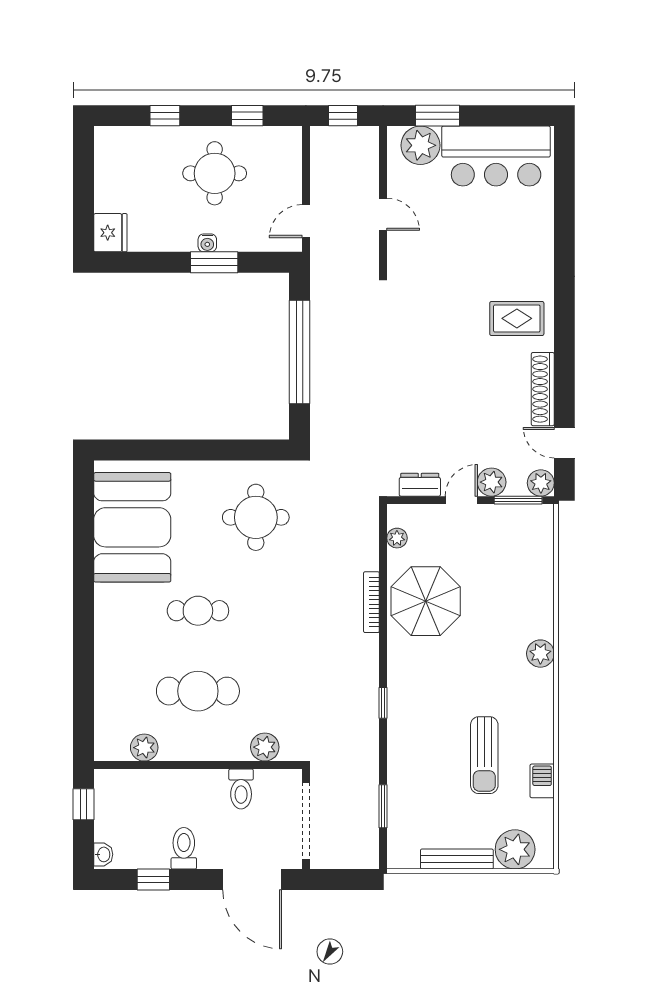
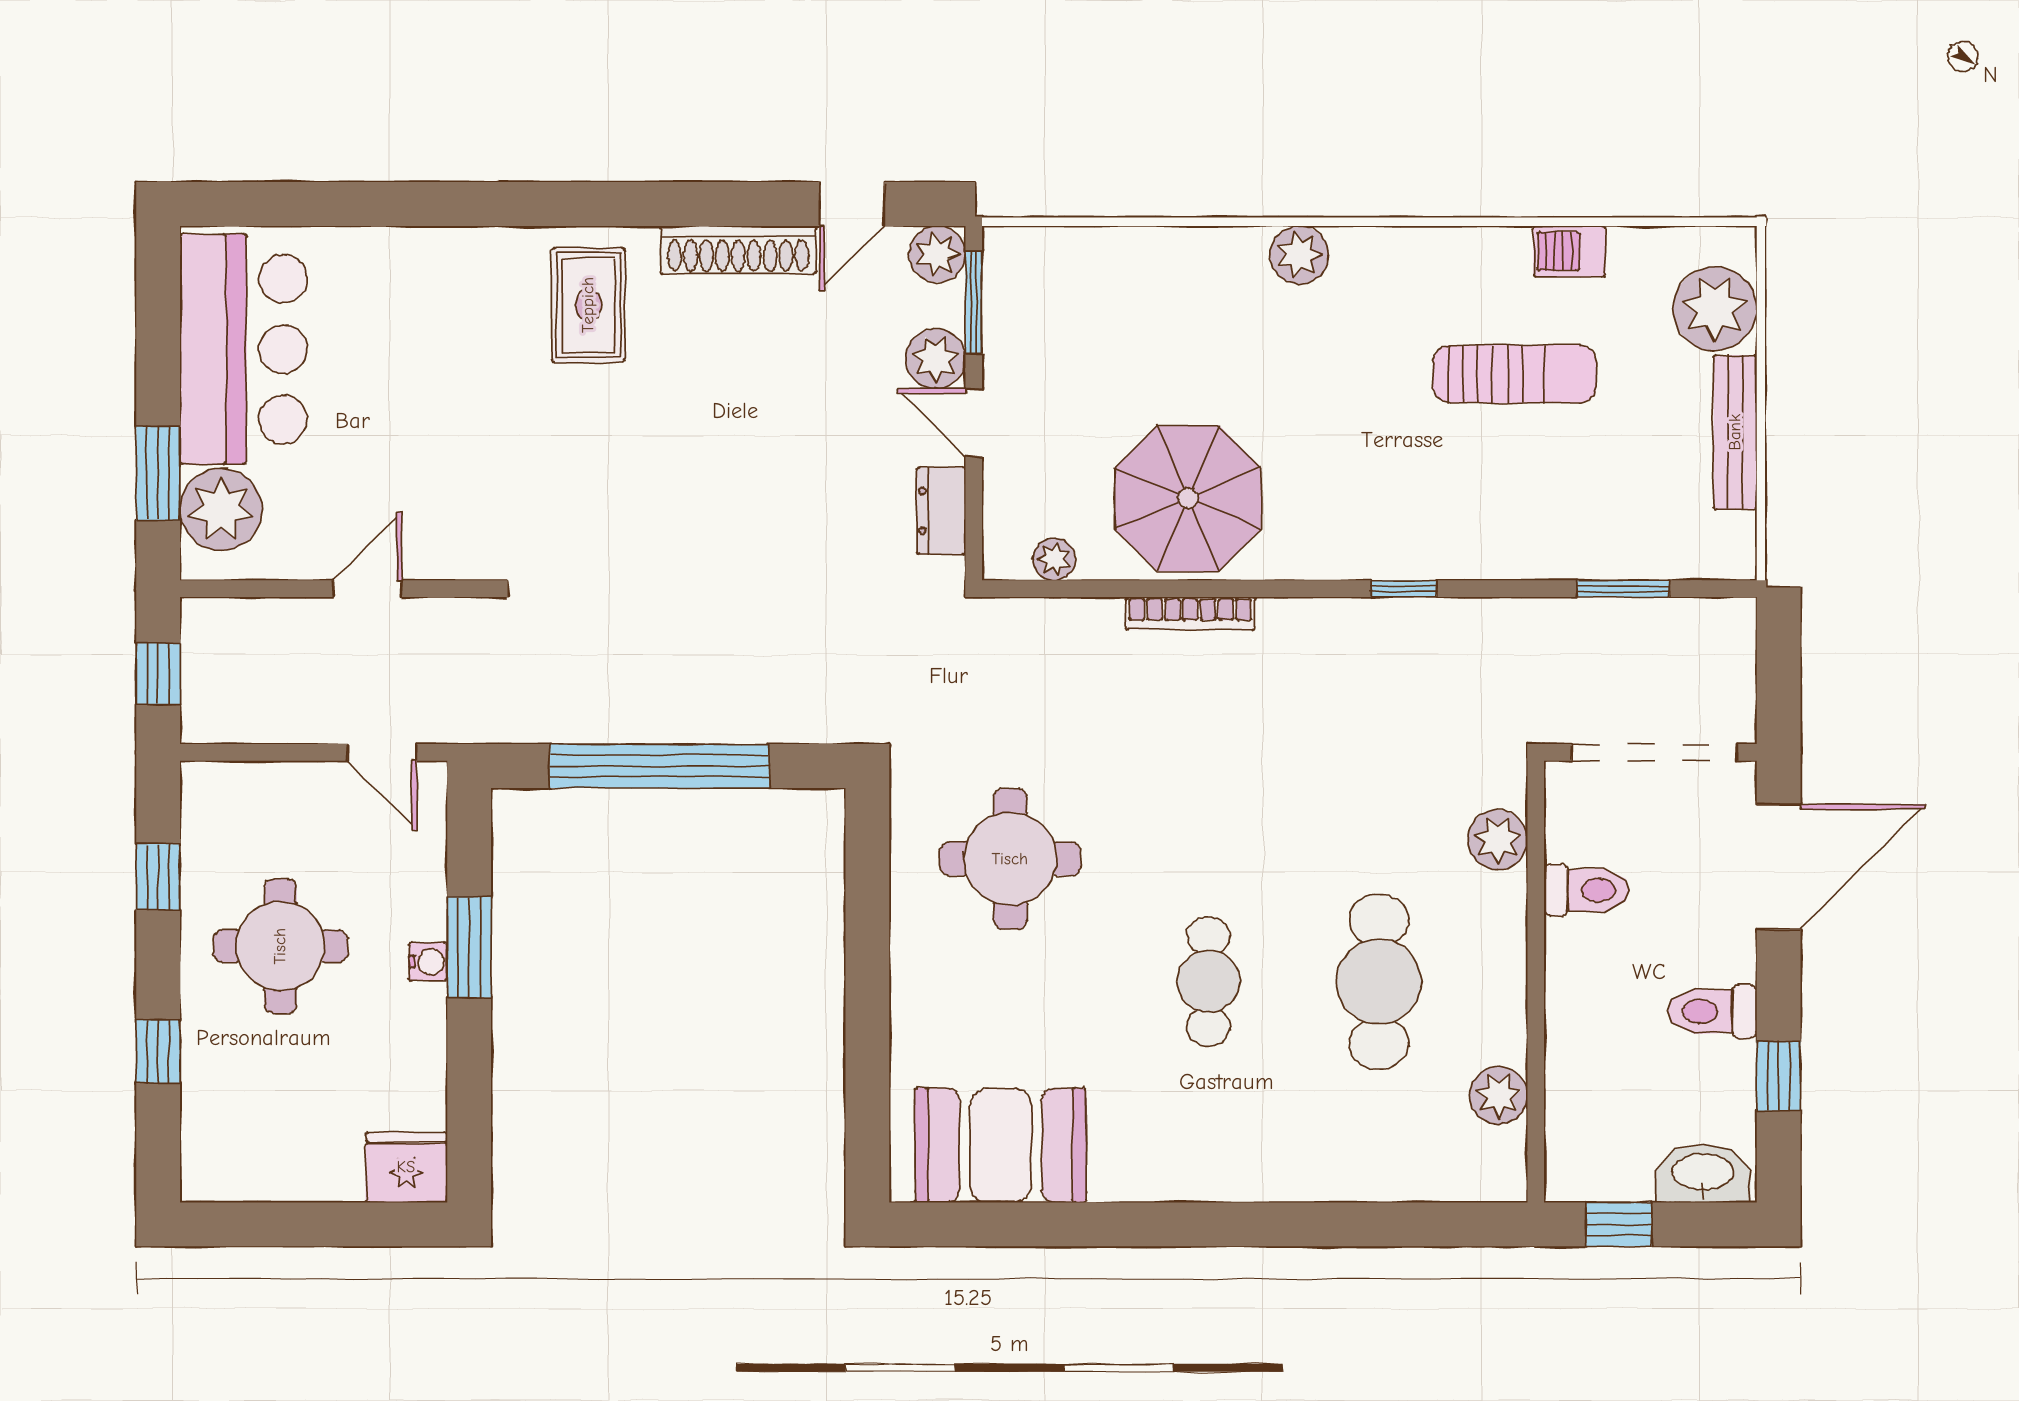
booth: (132, 527) -> (1001, 1145), width x0.73, depth x0.70
washbasin: (103, 854) -> (1703, 1173), width x1.91, depth x1.45

